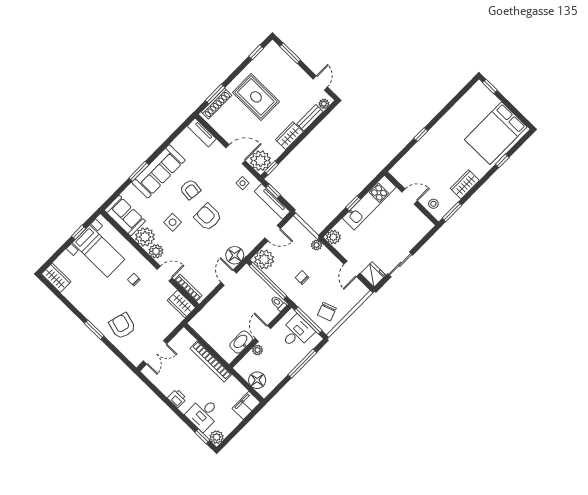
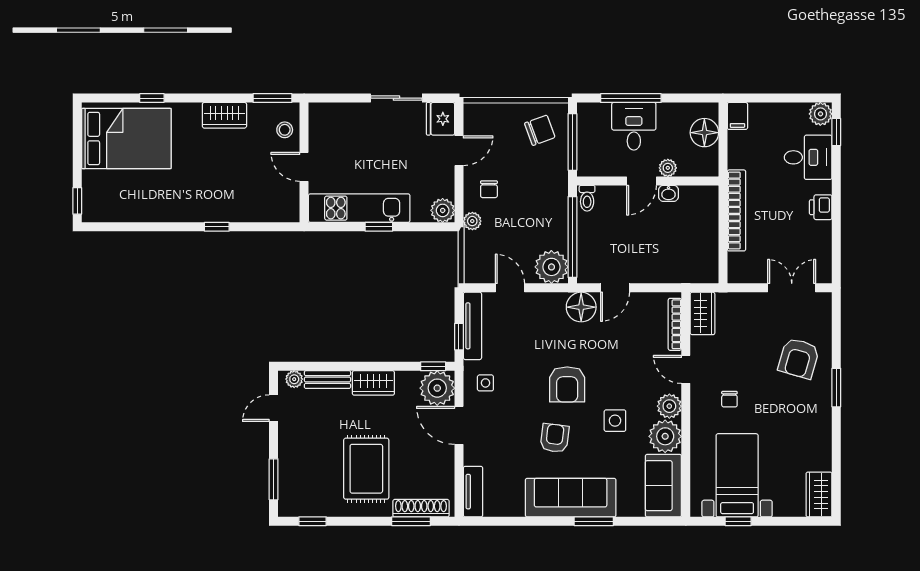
chair: (302, 278) -> (489, 189), moved
desk: (296, 332) -> (634, 126), moved, turned 90
washbasin: (241, 342) -> (669, 193), width x0.52, depth x0.69
filing cabinet: (246, 405) -> (737, 116), width x0.50

